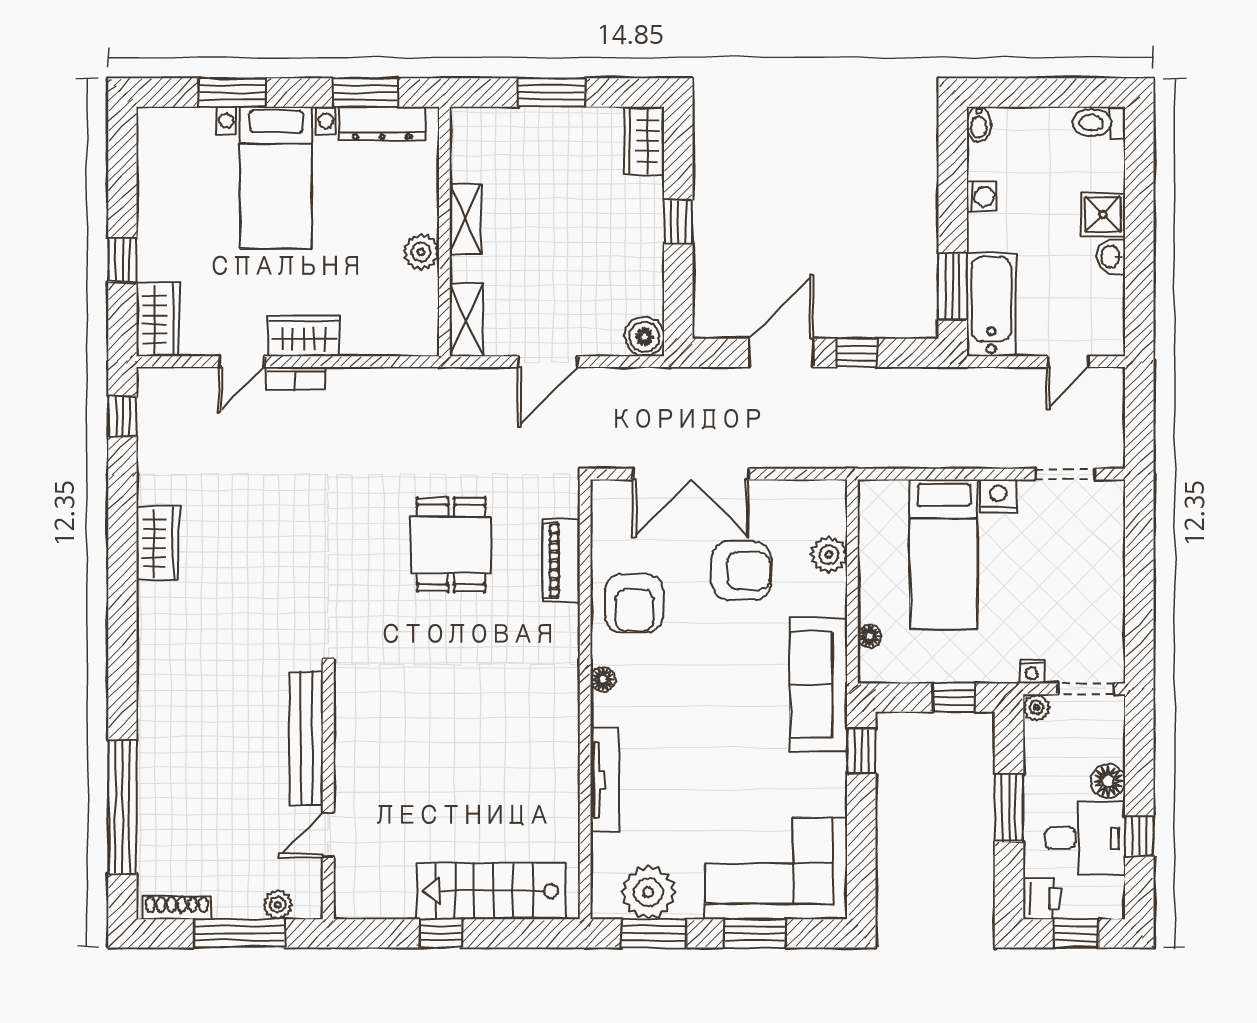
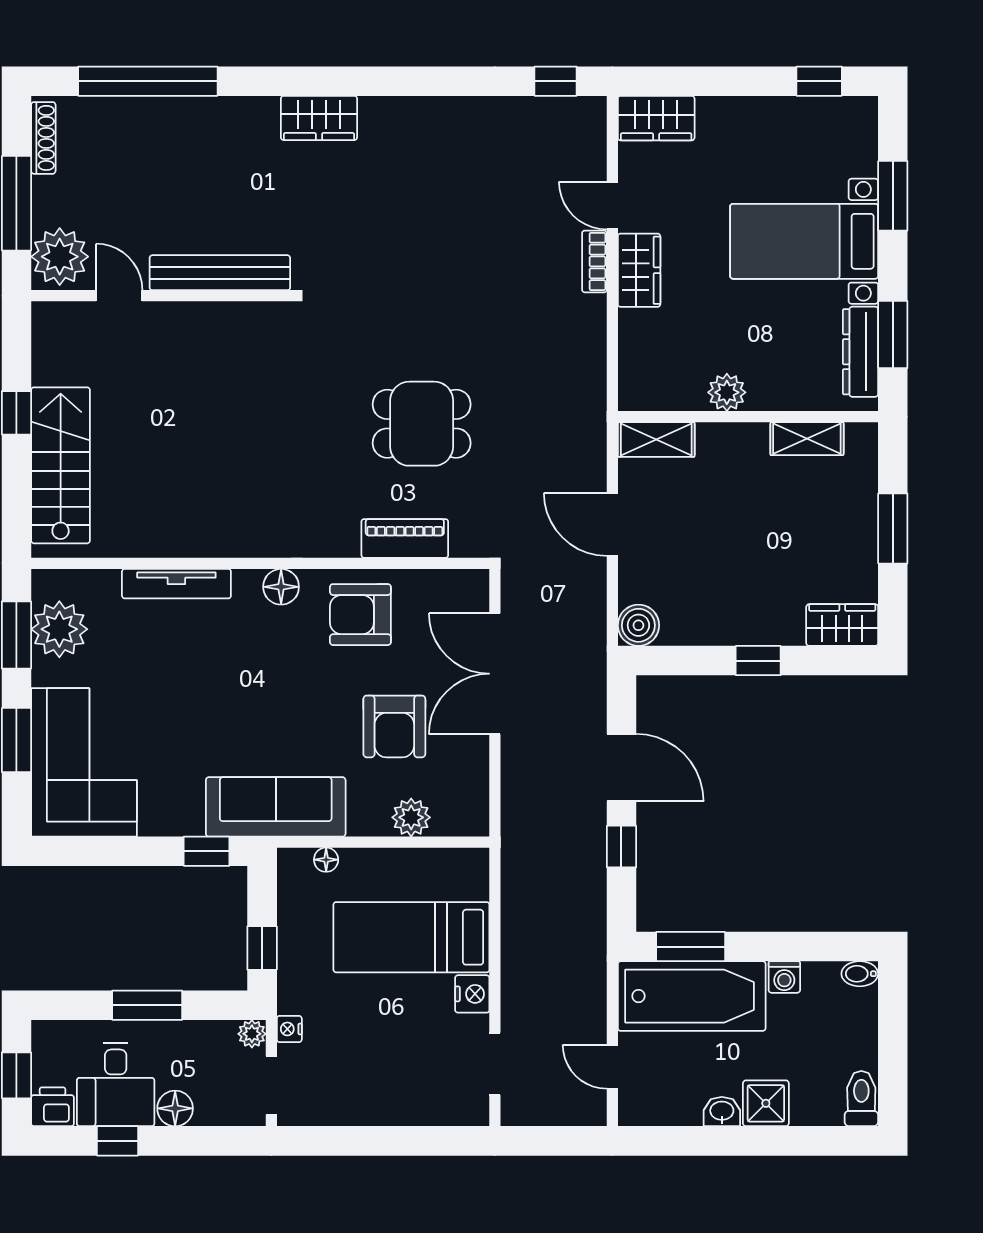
shelving: (465, 219) -> (807, 439), moved
window: (122, 260) -> (819, 81), moved
bathtub: (991, 304) -> (692, 996), width x1.36, depth x1.36
wardrobe: (158, 543) -> (319, 118), moved
floor lamp: (603, 679) -> (281, 587), width x1.37, depth x1.37
printer: (1042, 899) -> (53, 1107), moved, turned 180
plant: (278, 905) -> (60, 257), width x1.87, depth x1.87

